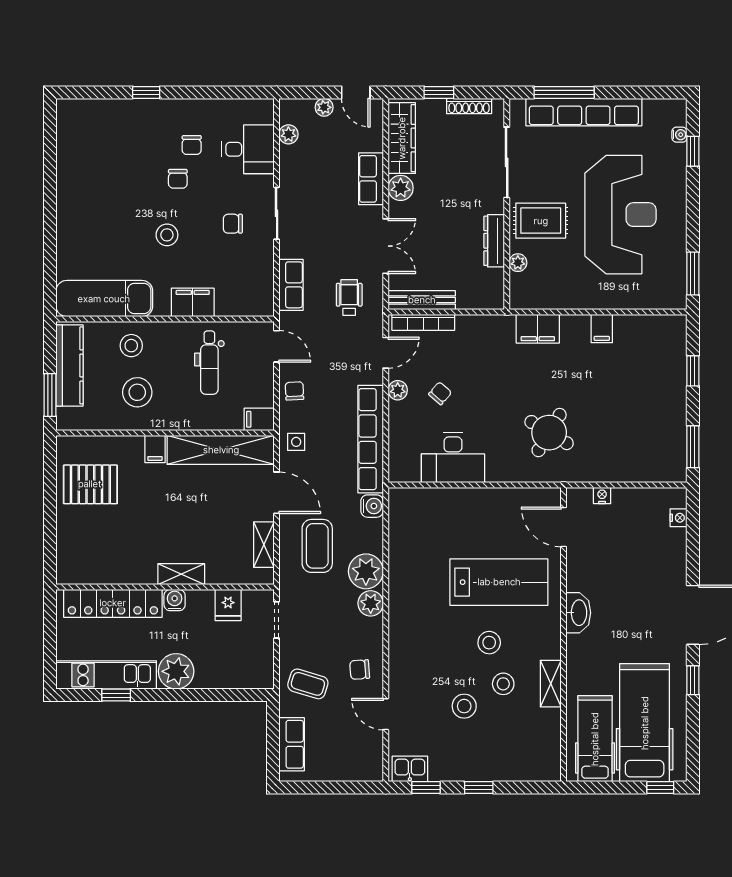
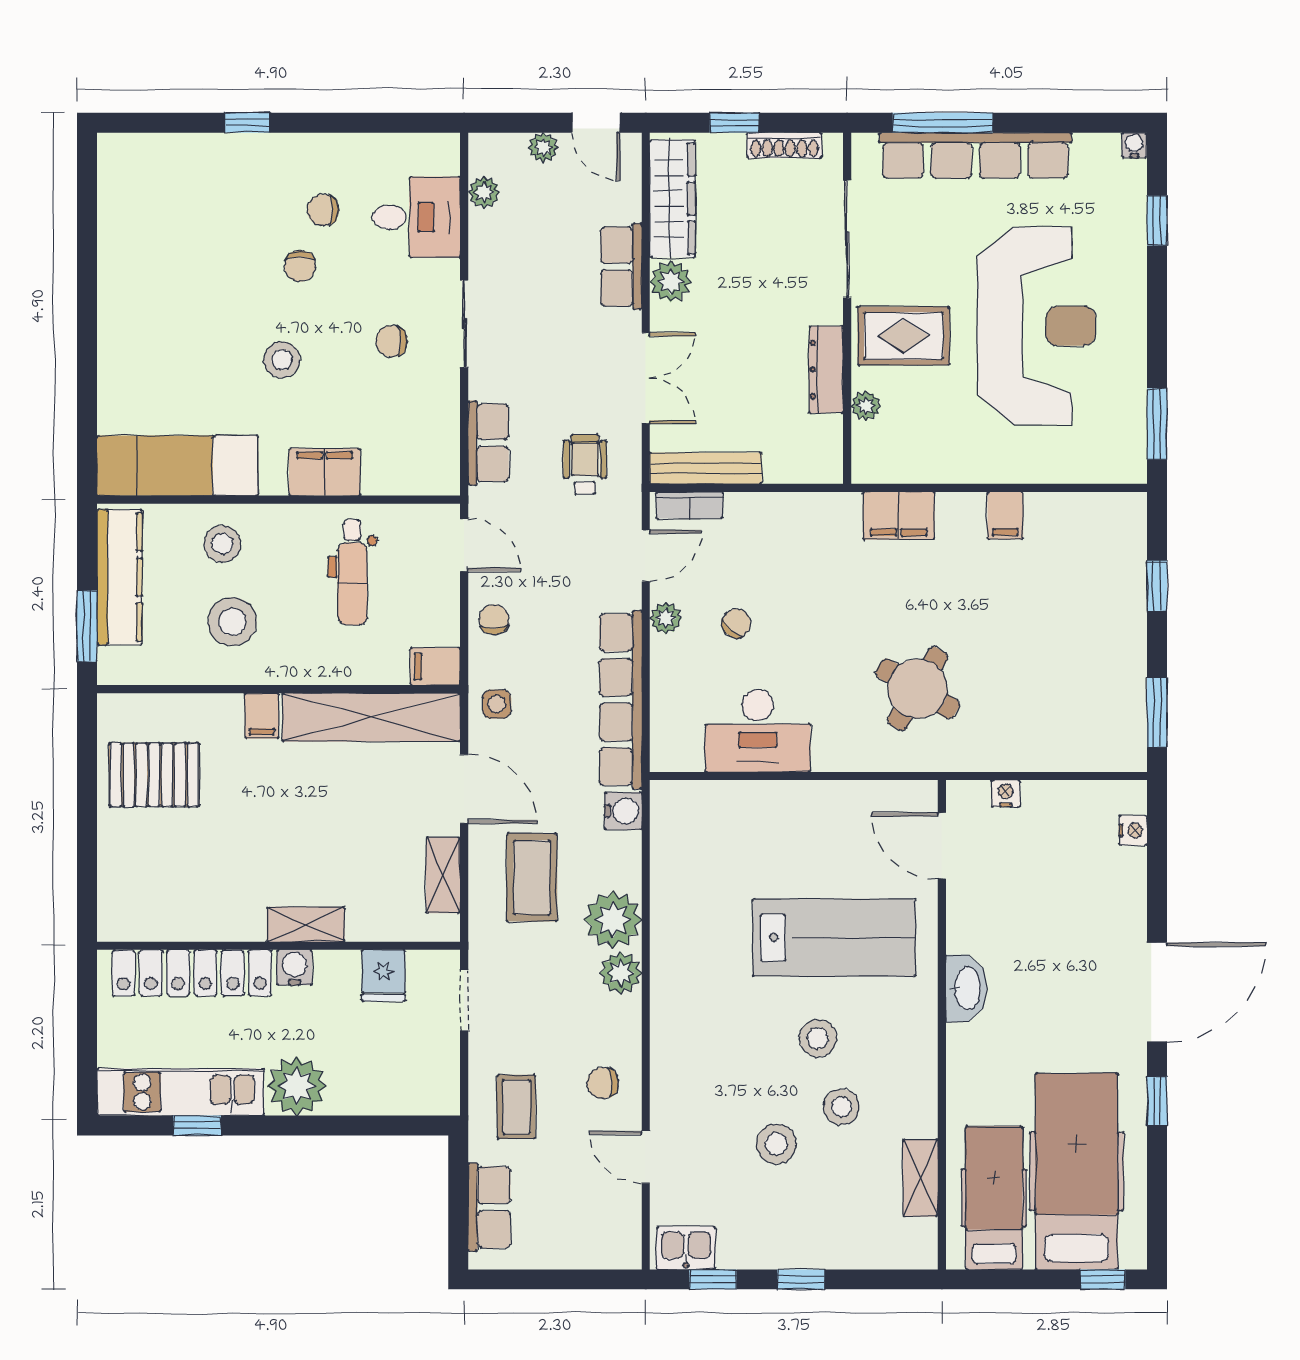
water cooler: (679, 135) -> (1134, 145), moved, turned -90
chair: (192, 145) -> (323, 210), turned 90
bookcase: (423, 322) -> (689, 505), width x0.64
coffee table: (308, 684) -> (516, 1107), turned 73
shelving: (551, 684) -> (920, 1178), moved

